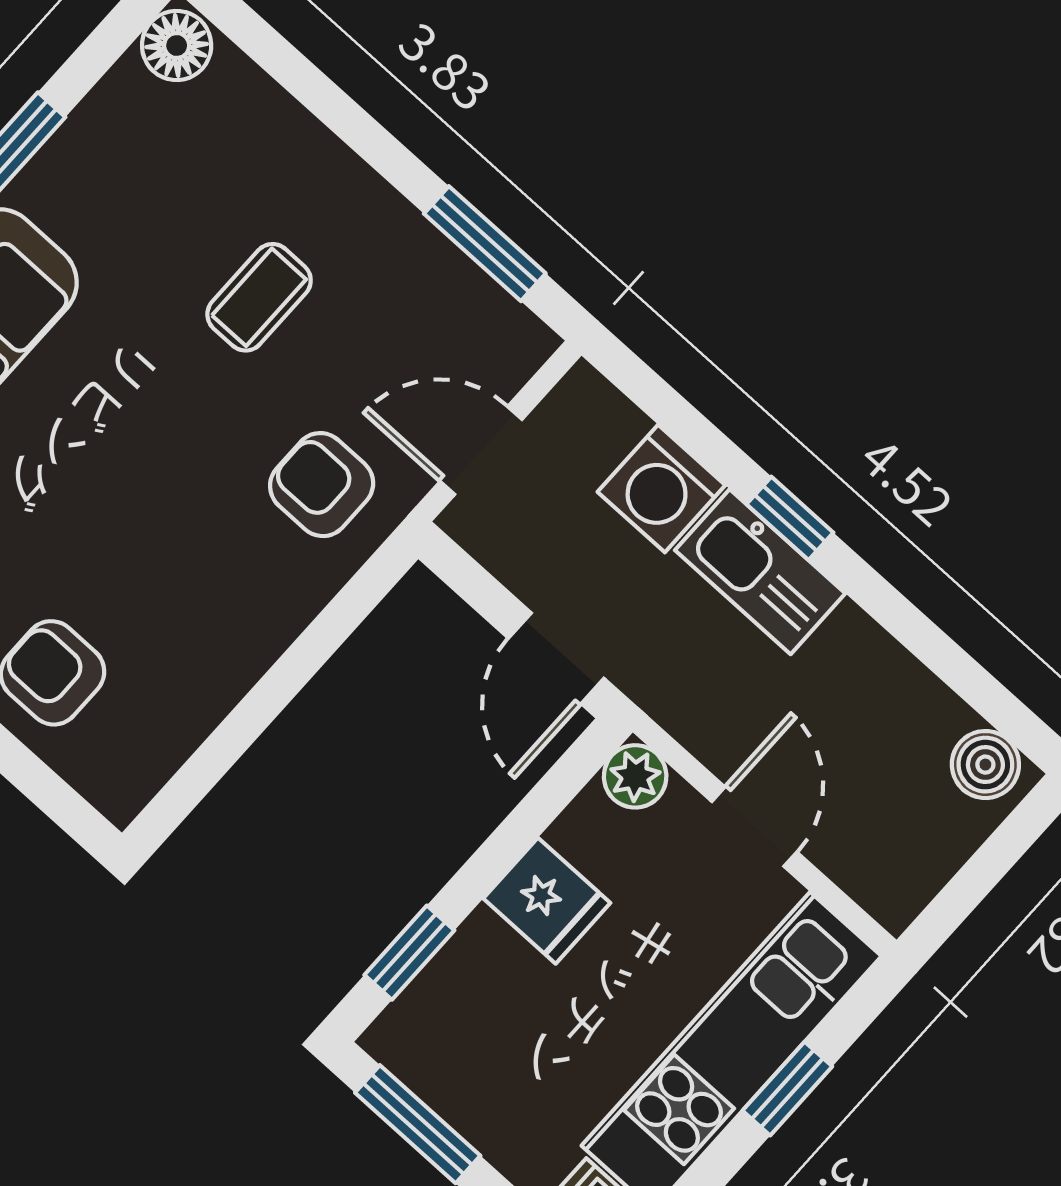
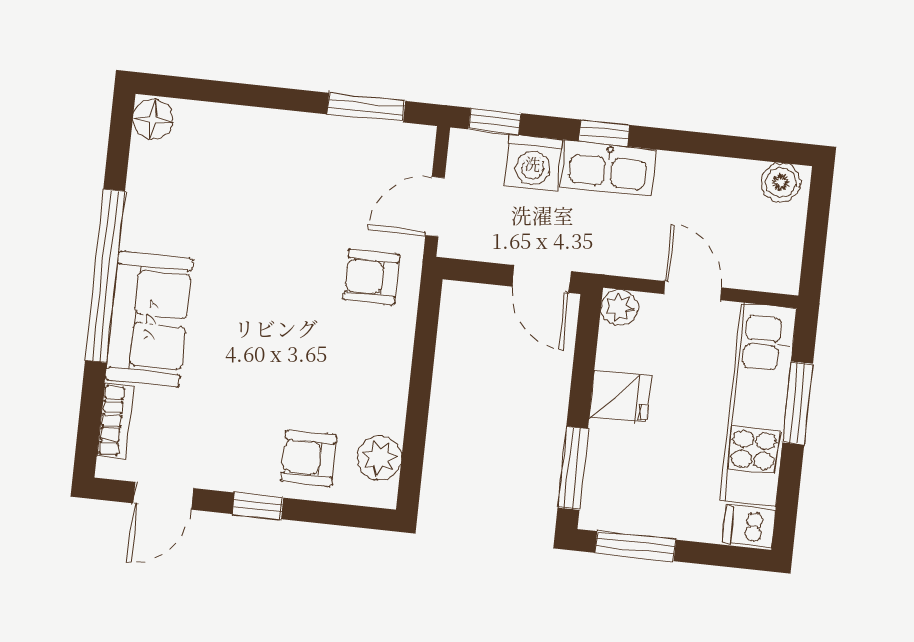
coffee table: (259, 297) -> (278, 210), removed
window: (650, 392) -> (495, 121), added
plant: (150, 744) -> (379, 458), added
window: (409, 953) -> (573, 468), width x1.50
window: (787, 1089) -> (798, 403), width x1.50

